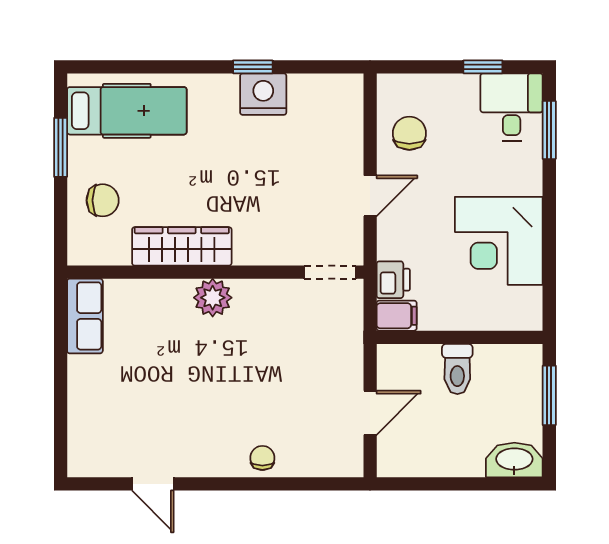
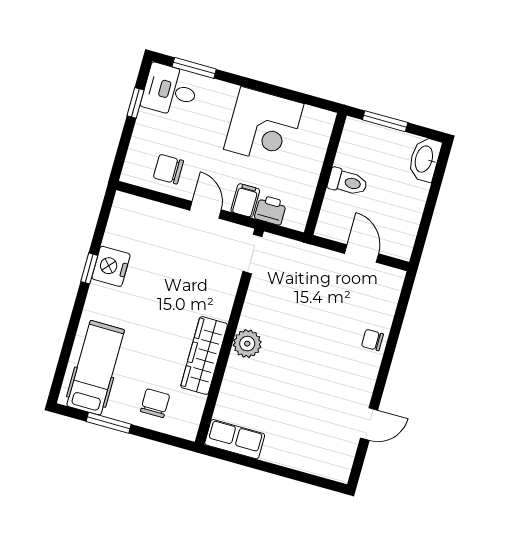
filing cabinet: (397, 316) -> (245, 200), moved

